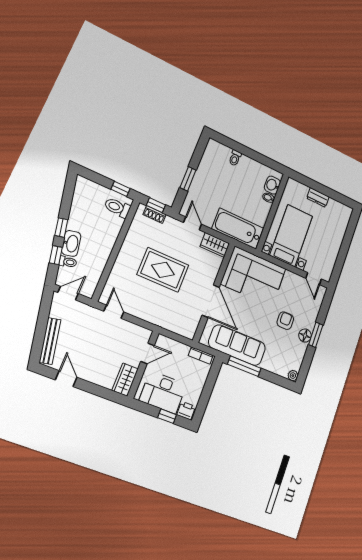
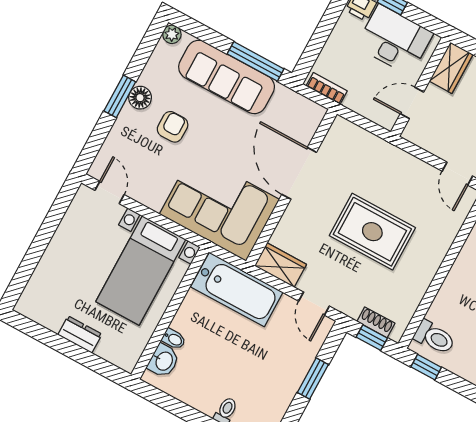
armchair: (285, 321) -> (173, 127), turned 180
sofa: (237, 345) -> (227, 77), moved

